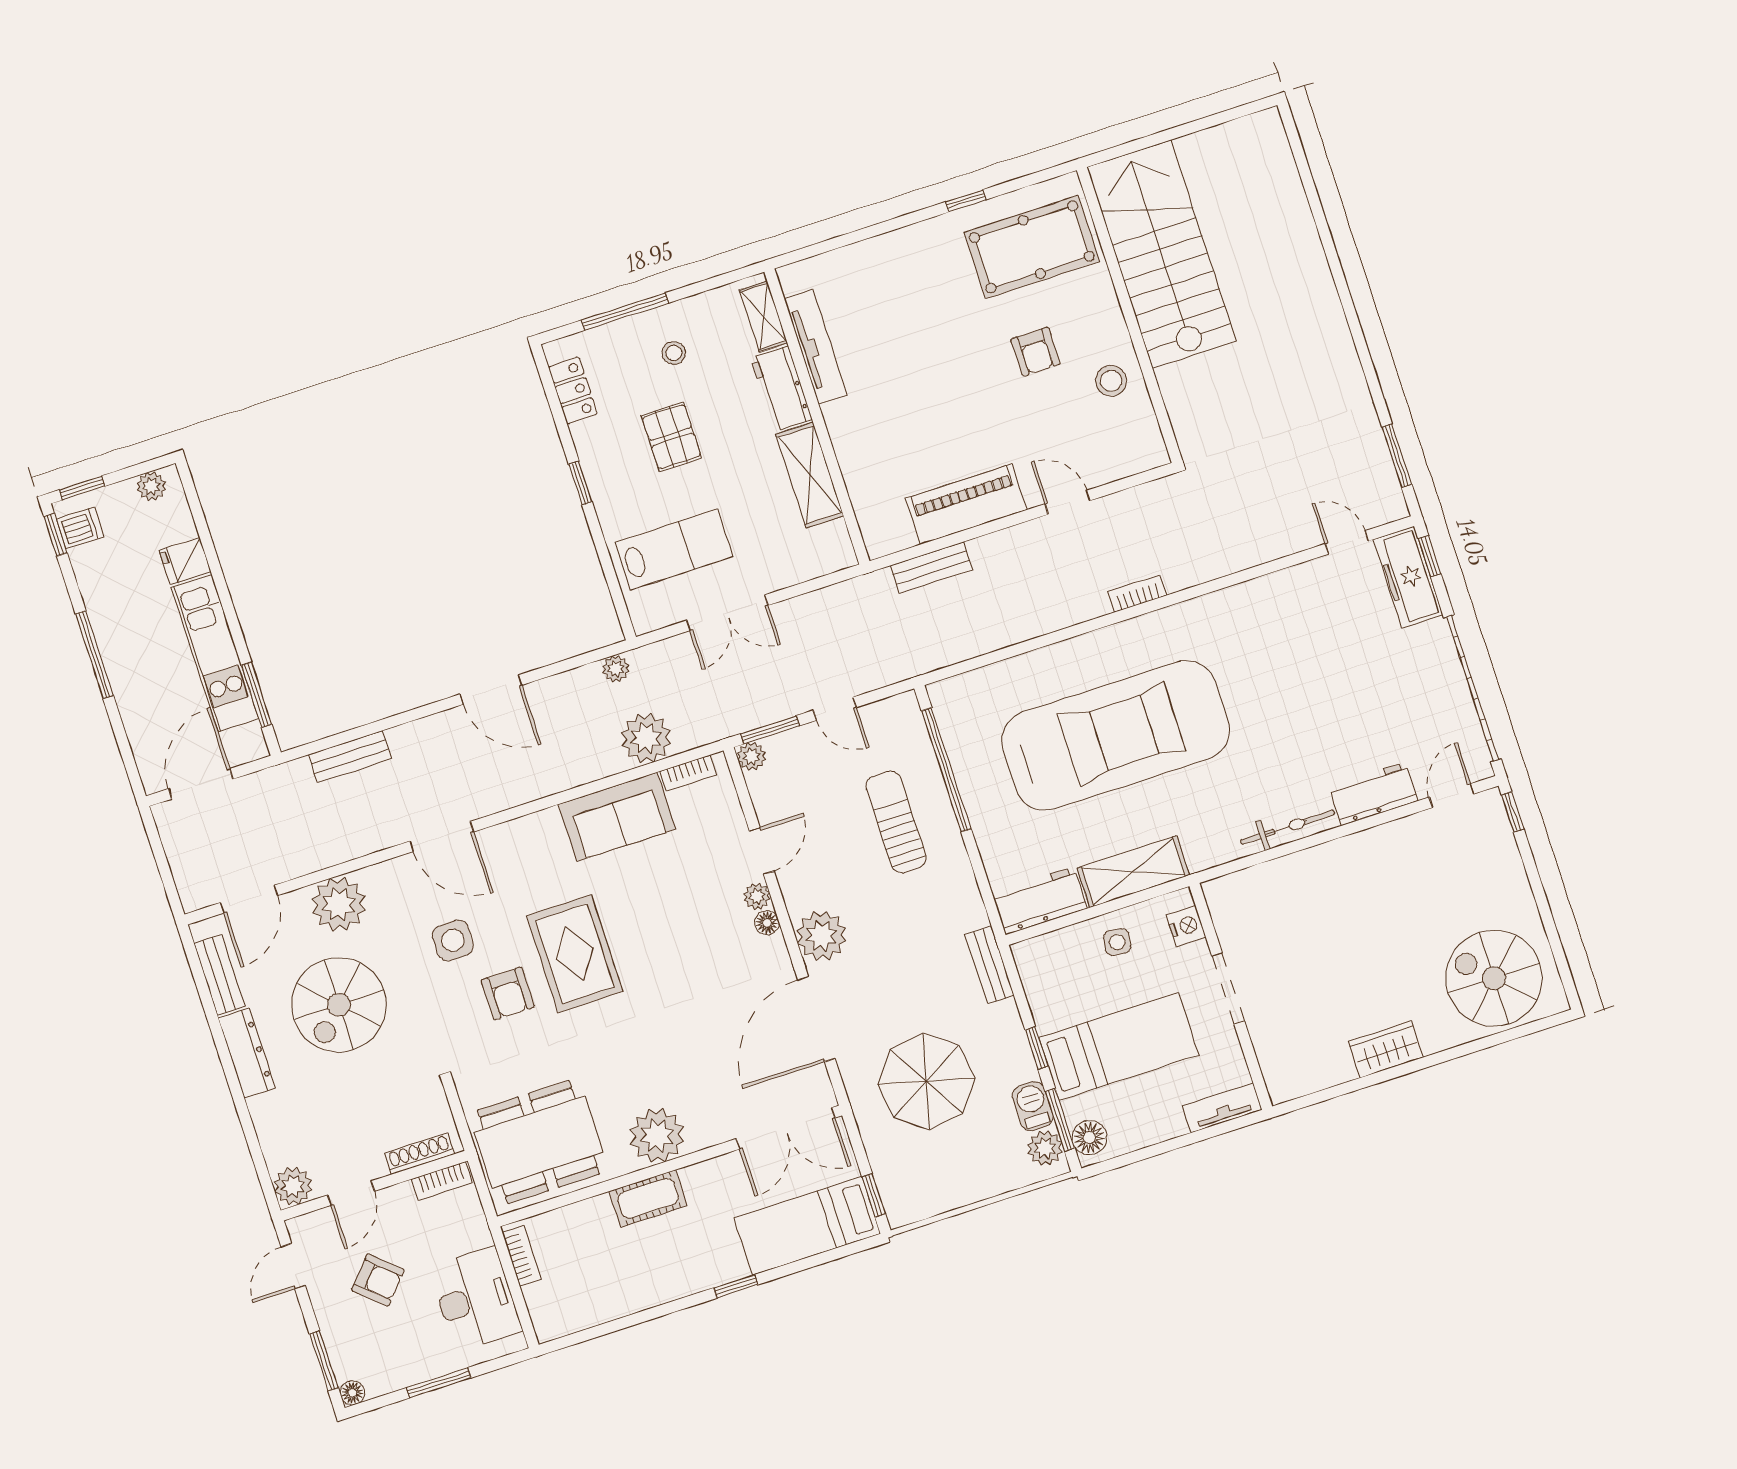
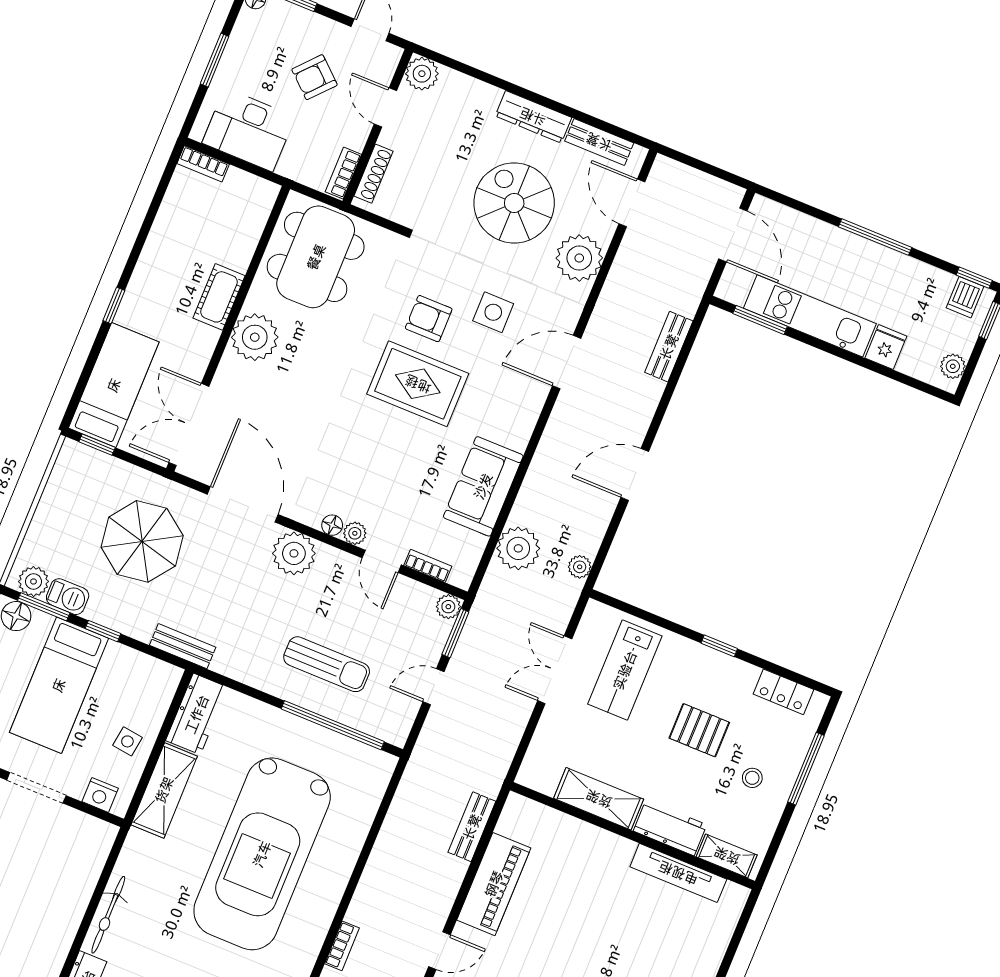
bookcase: (688, 773) -> (428, 566), moved, turned 90
bookcase: (522, 1256) -> (203, 164), moved

